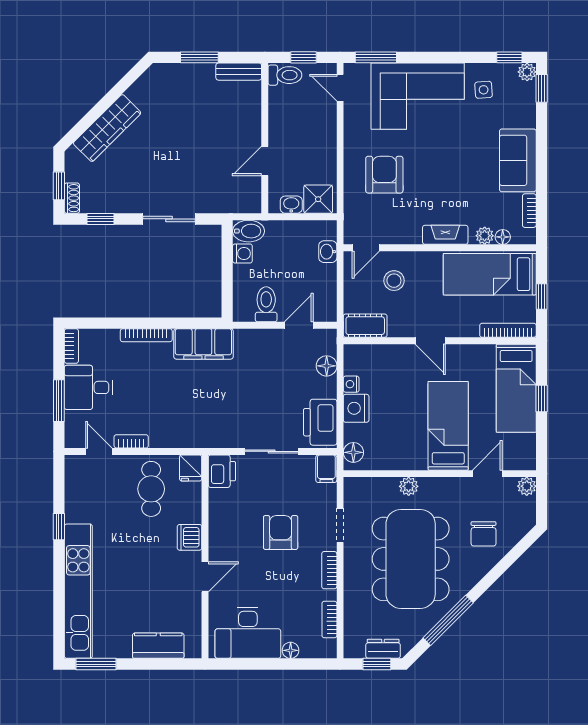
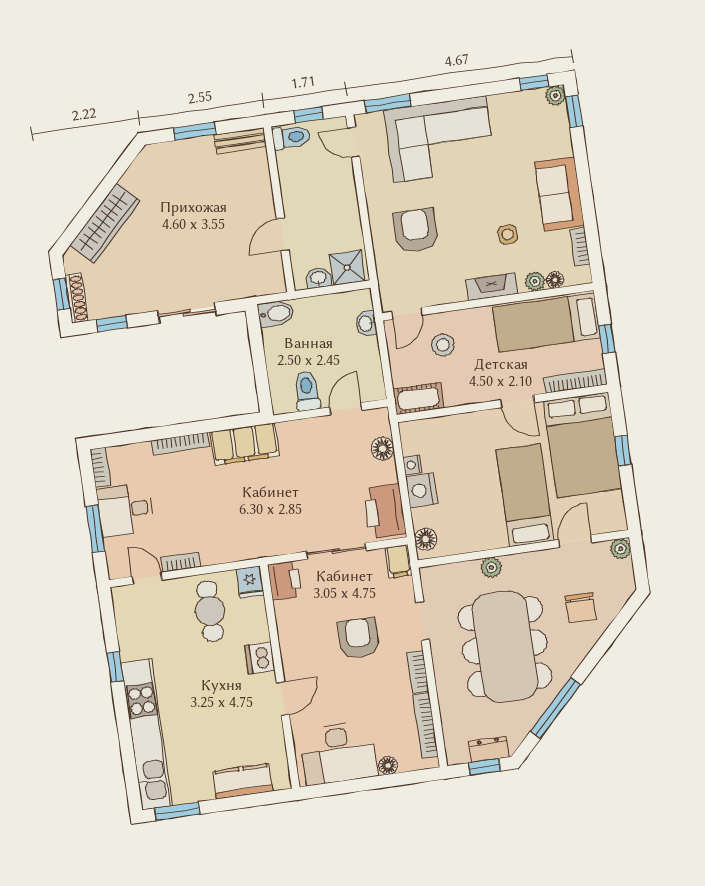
side table: (484, 90) -> (508, 234), moved
shoe rack: (72, 198) -> (77, 298), width x1.43
washing machine: (242, 254) -> (273, 339), removed
door: (430, 341) -> (517, 401), moved
bed: (516, 388) -> (583, 445), width x1.50
bookcase: (329, 619) -> (426, 726), width x1.56

